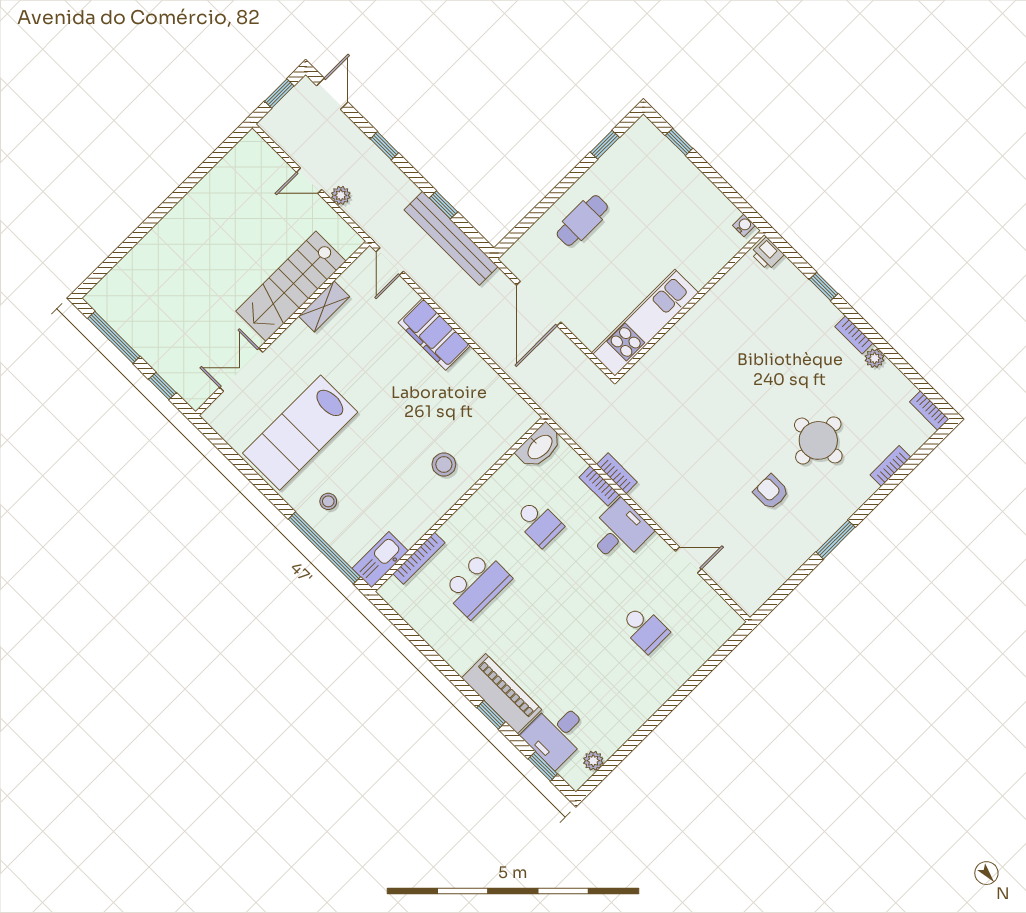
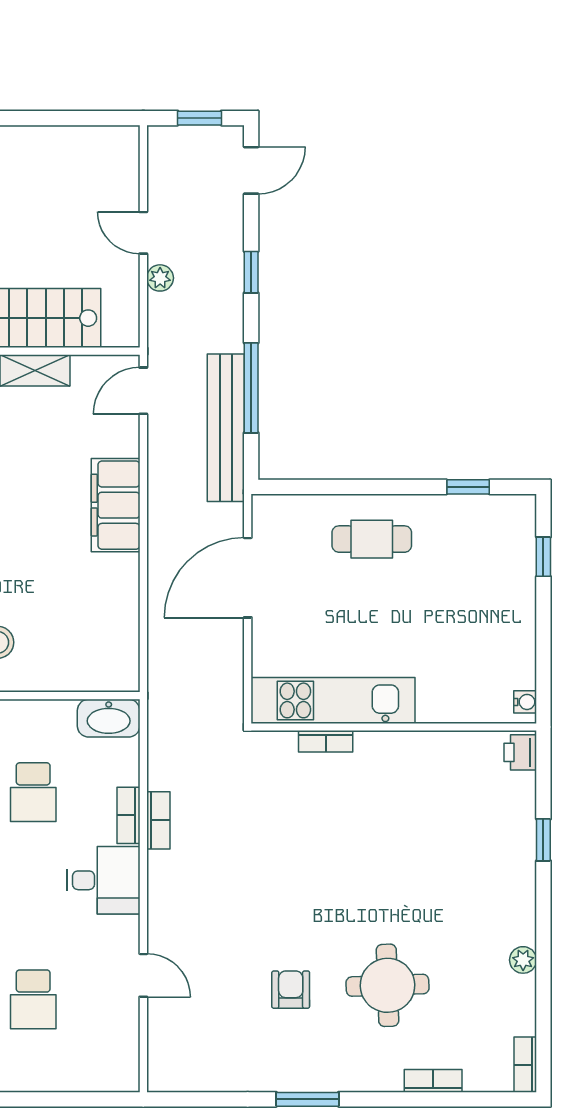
window: (443, 205) -> (251, 388), width x2.17
bookcase: (854, 335) -> (326, 741), moved, turned -90

